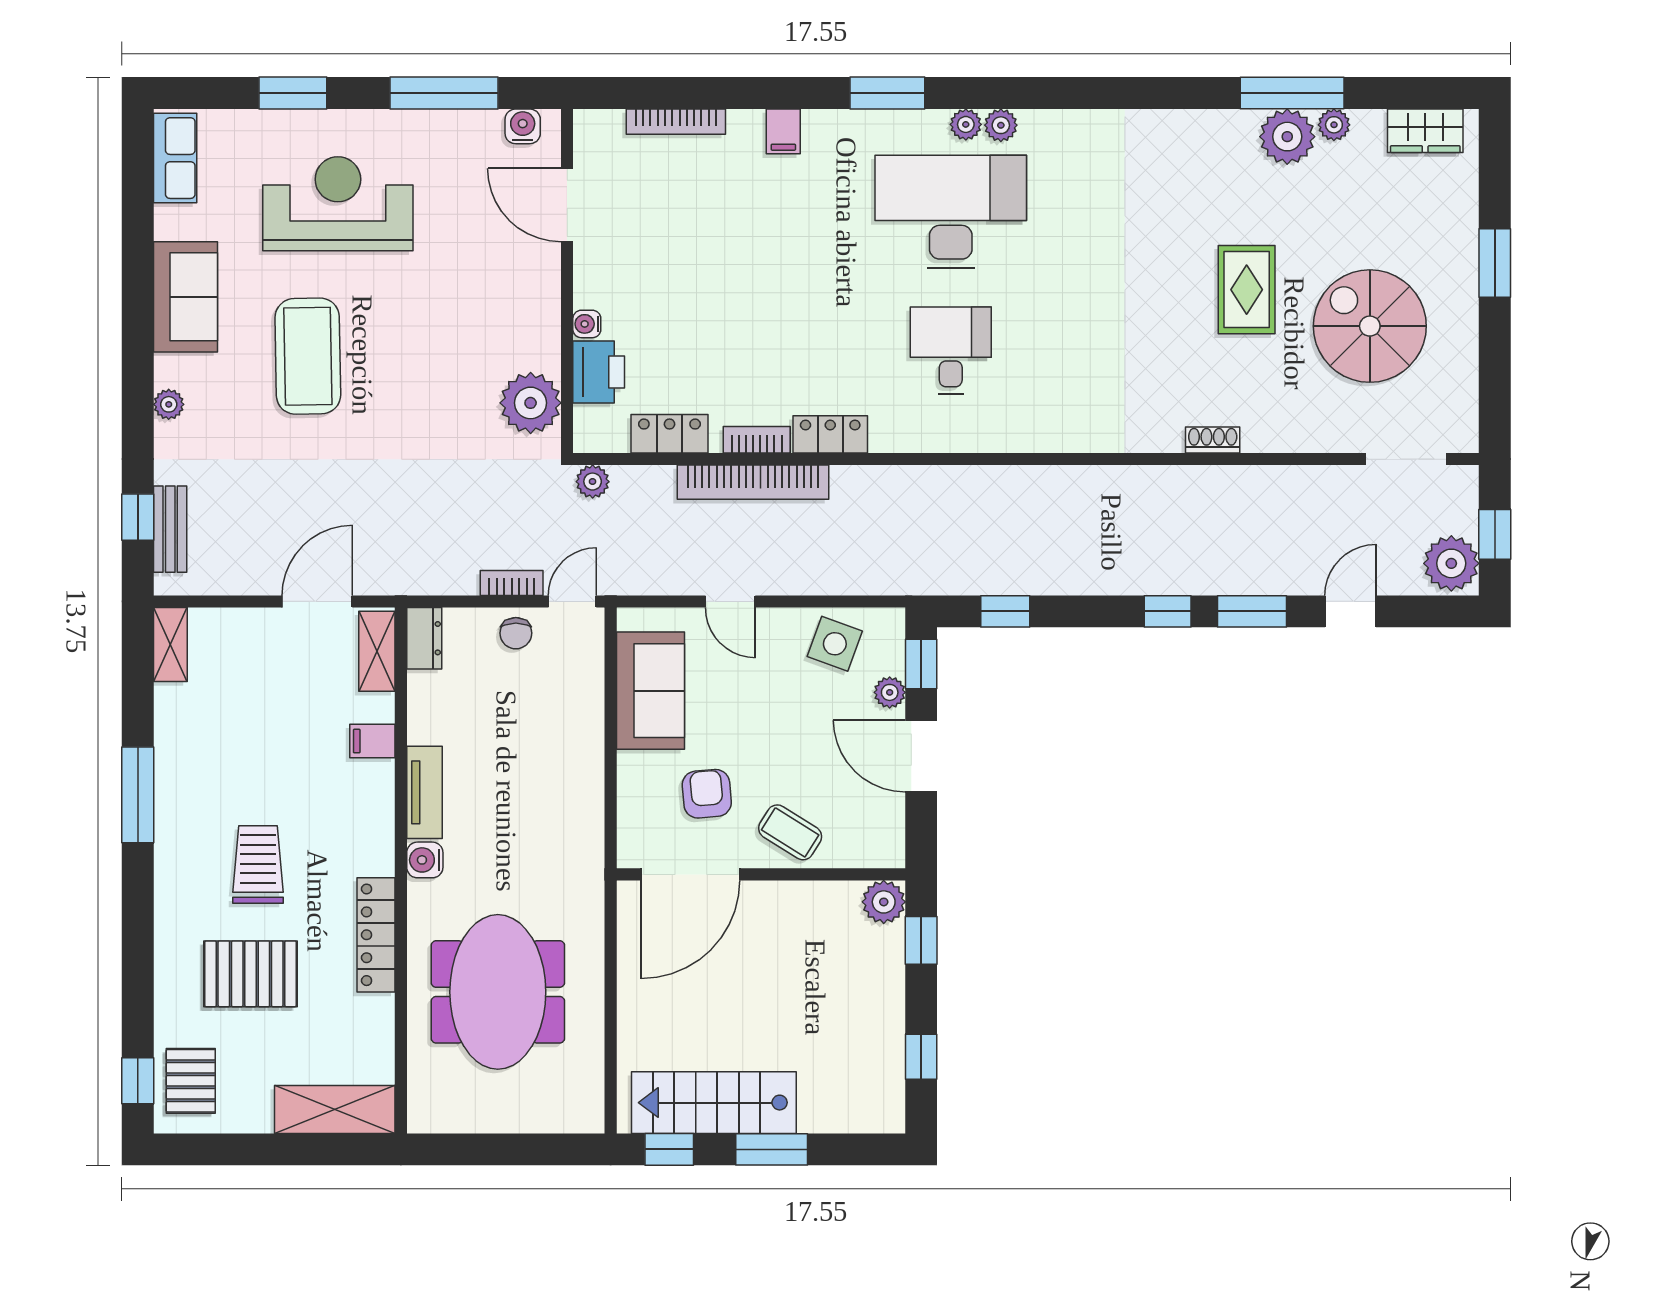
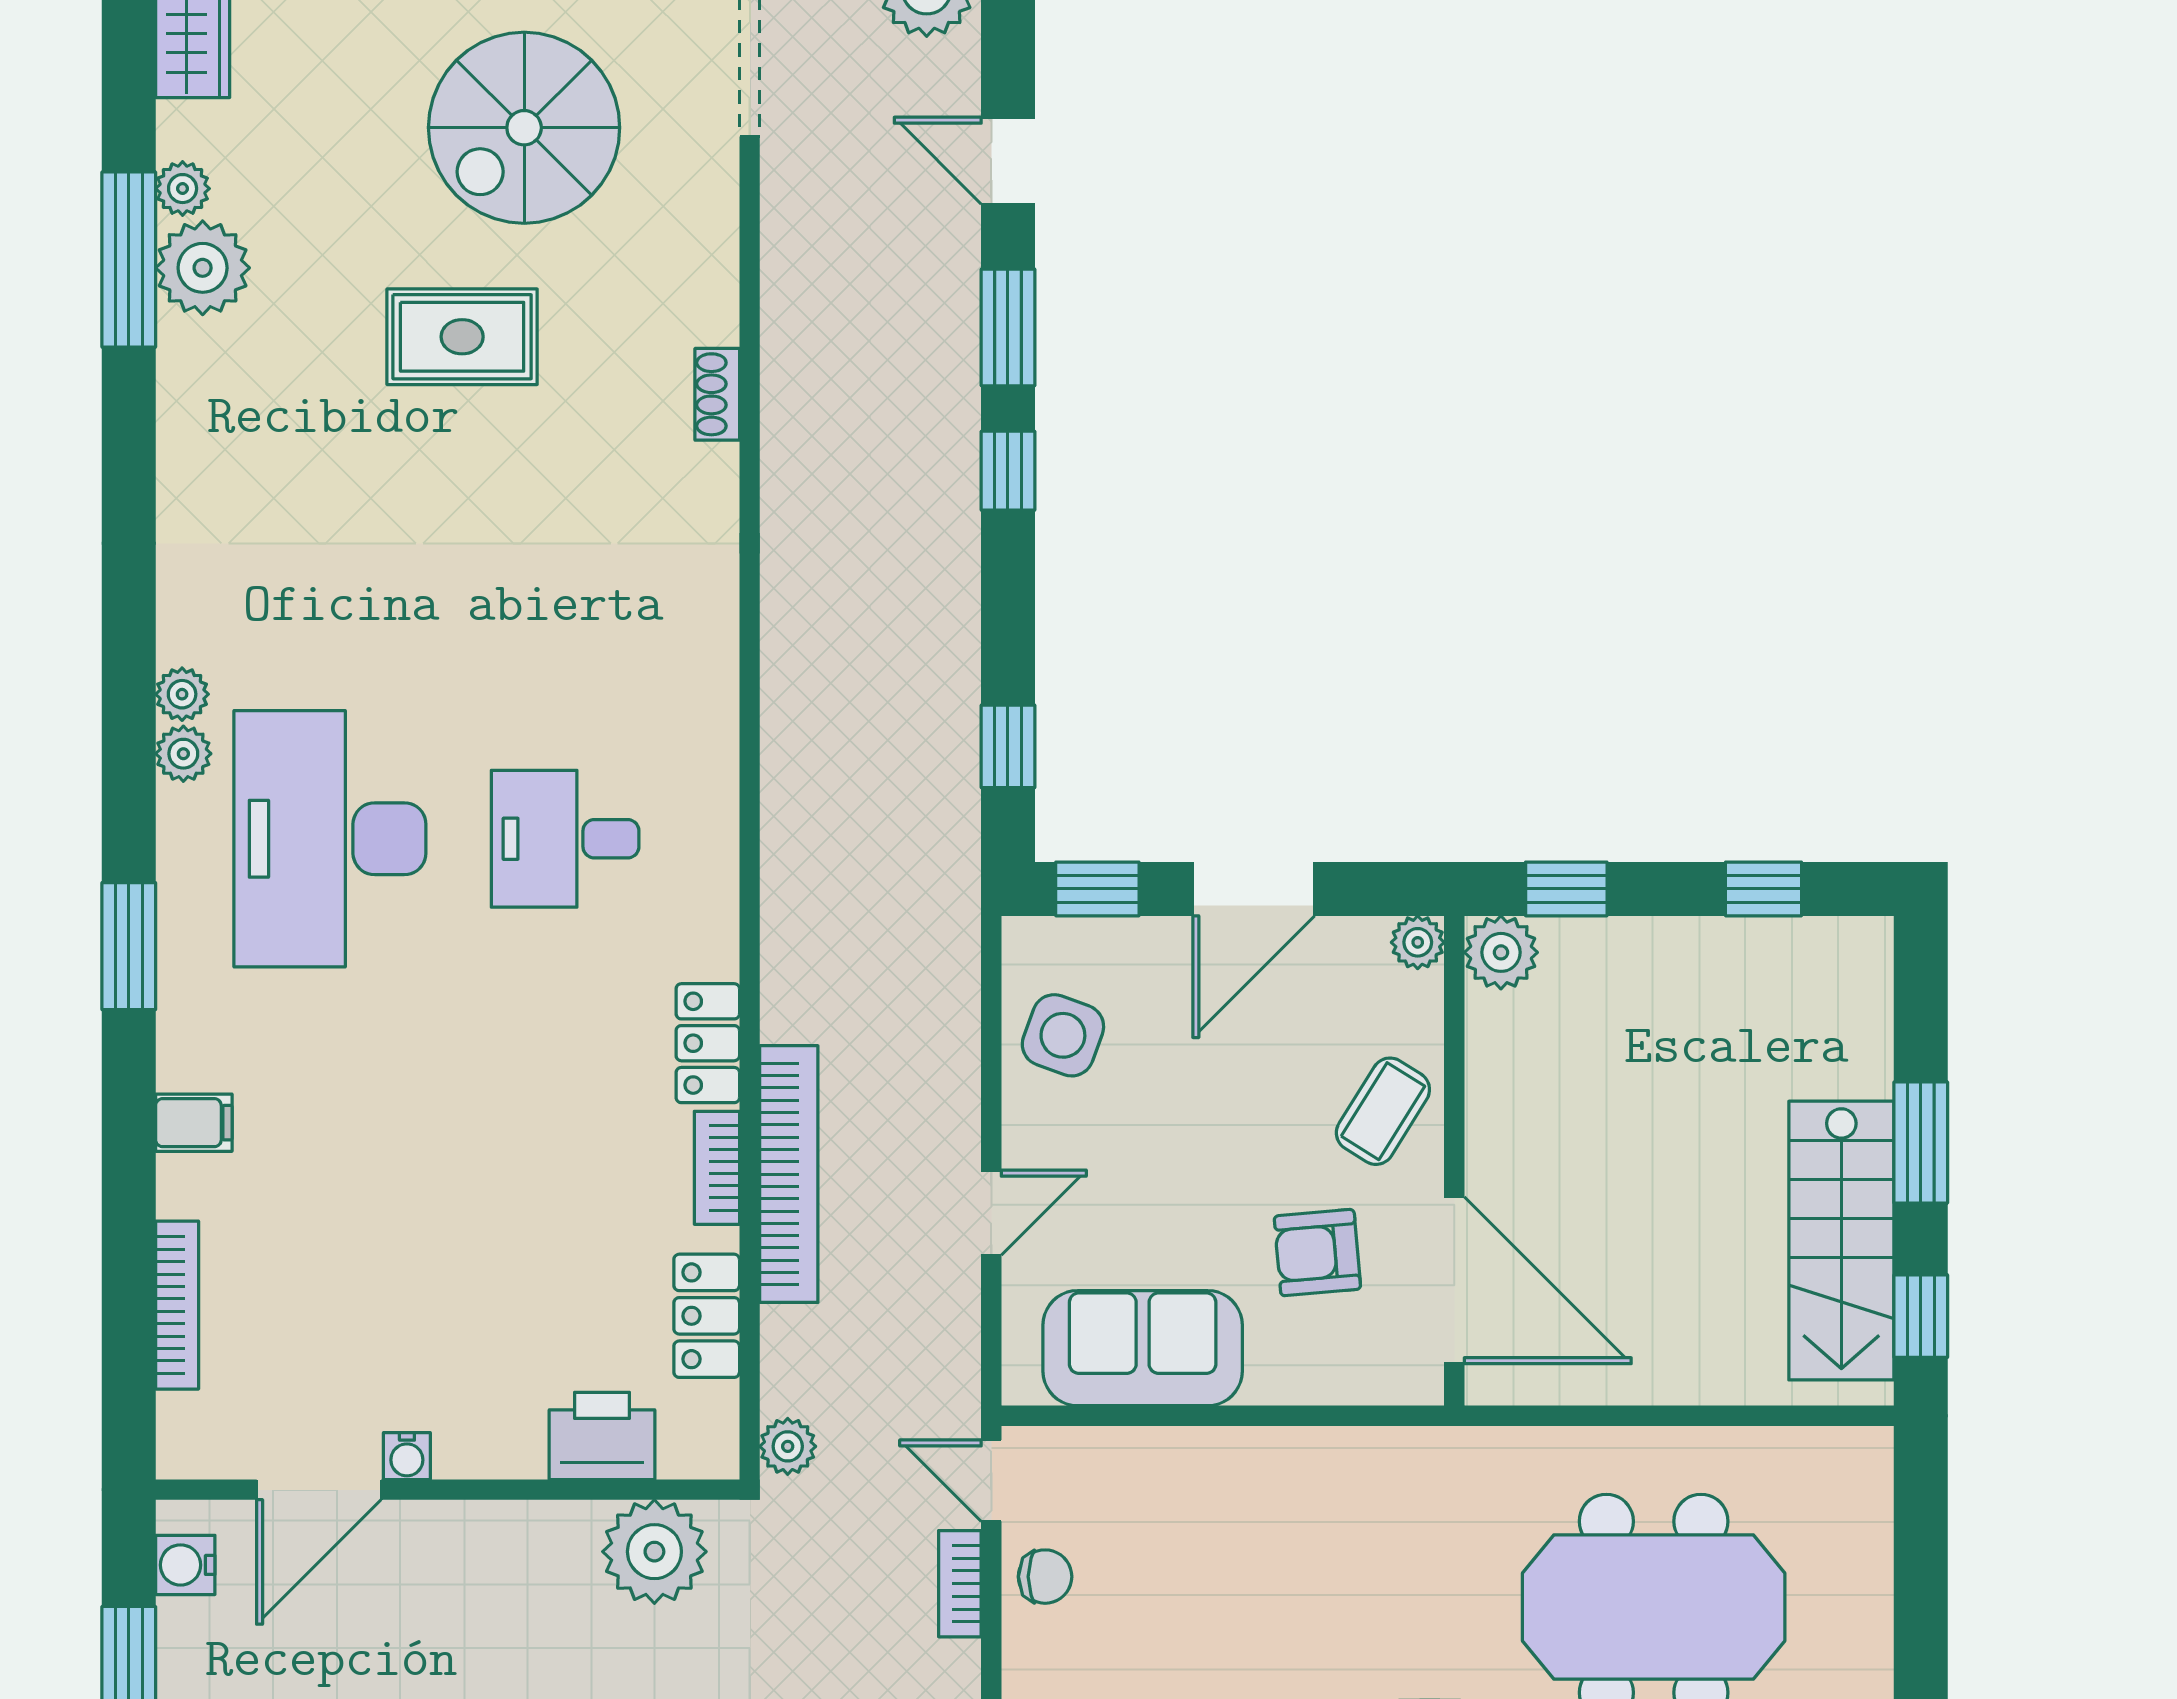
plant: (966, 124) -> (182, 694), moved
water cooler: (587, 324) -> (407, 1456), moved
plant: (890, 692) -> (1418, 942), moved

